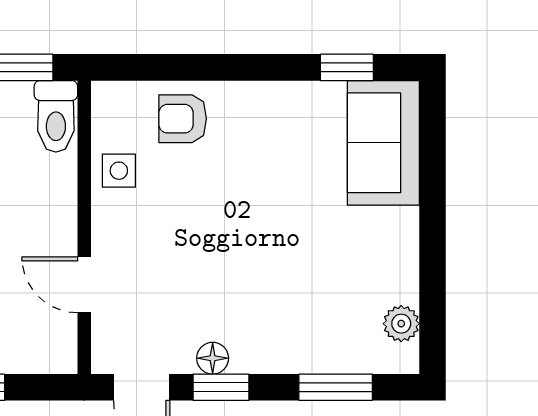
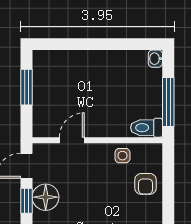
armchair: (183, 119) -> (145, 184), turned 180
floor lamp: (213, 358) -> (46, 197), width x1.89, depth x1.89

